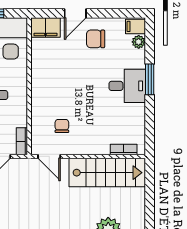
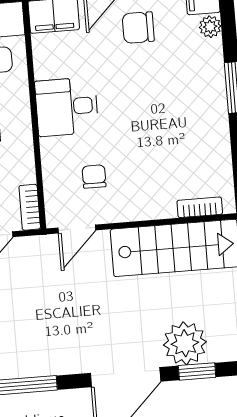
desk: (127, 86) -> (67, 107), moved, turned 180
door: (49, 156) -> (77, 229), hinge flipped

